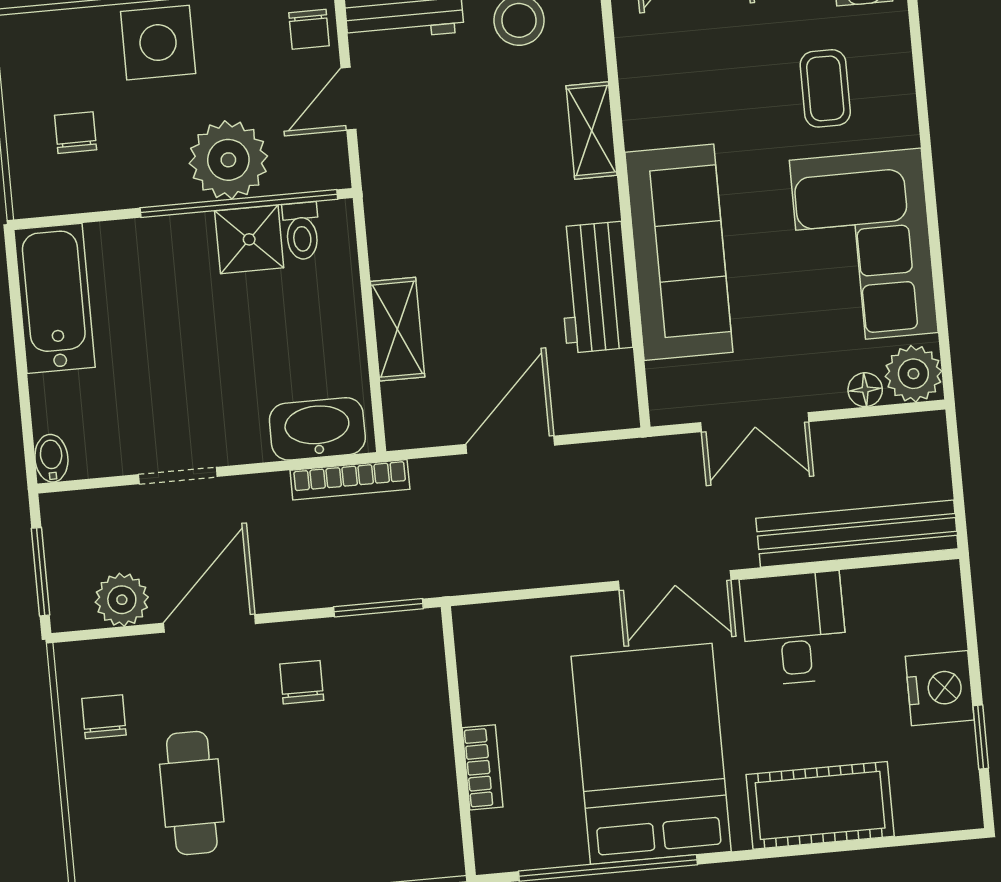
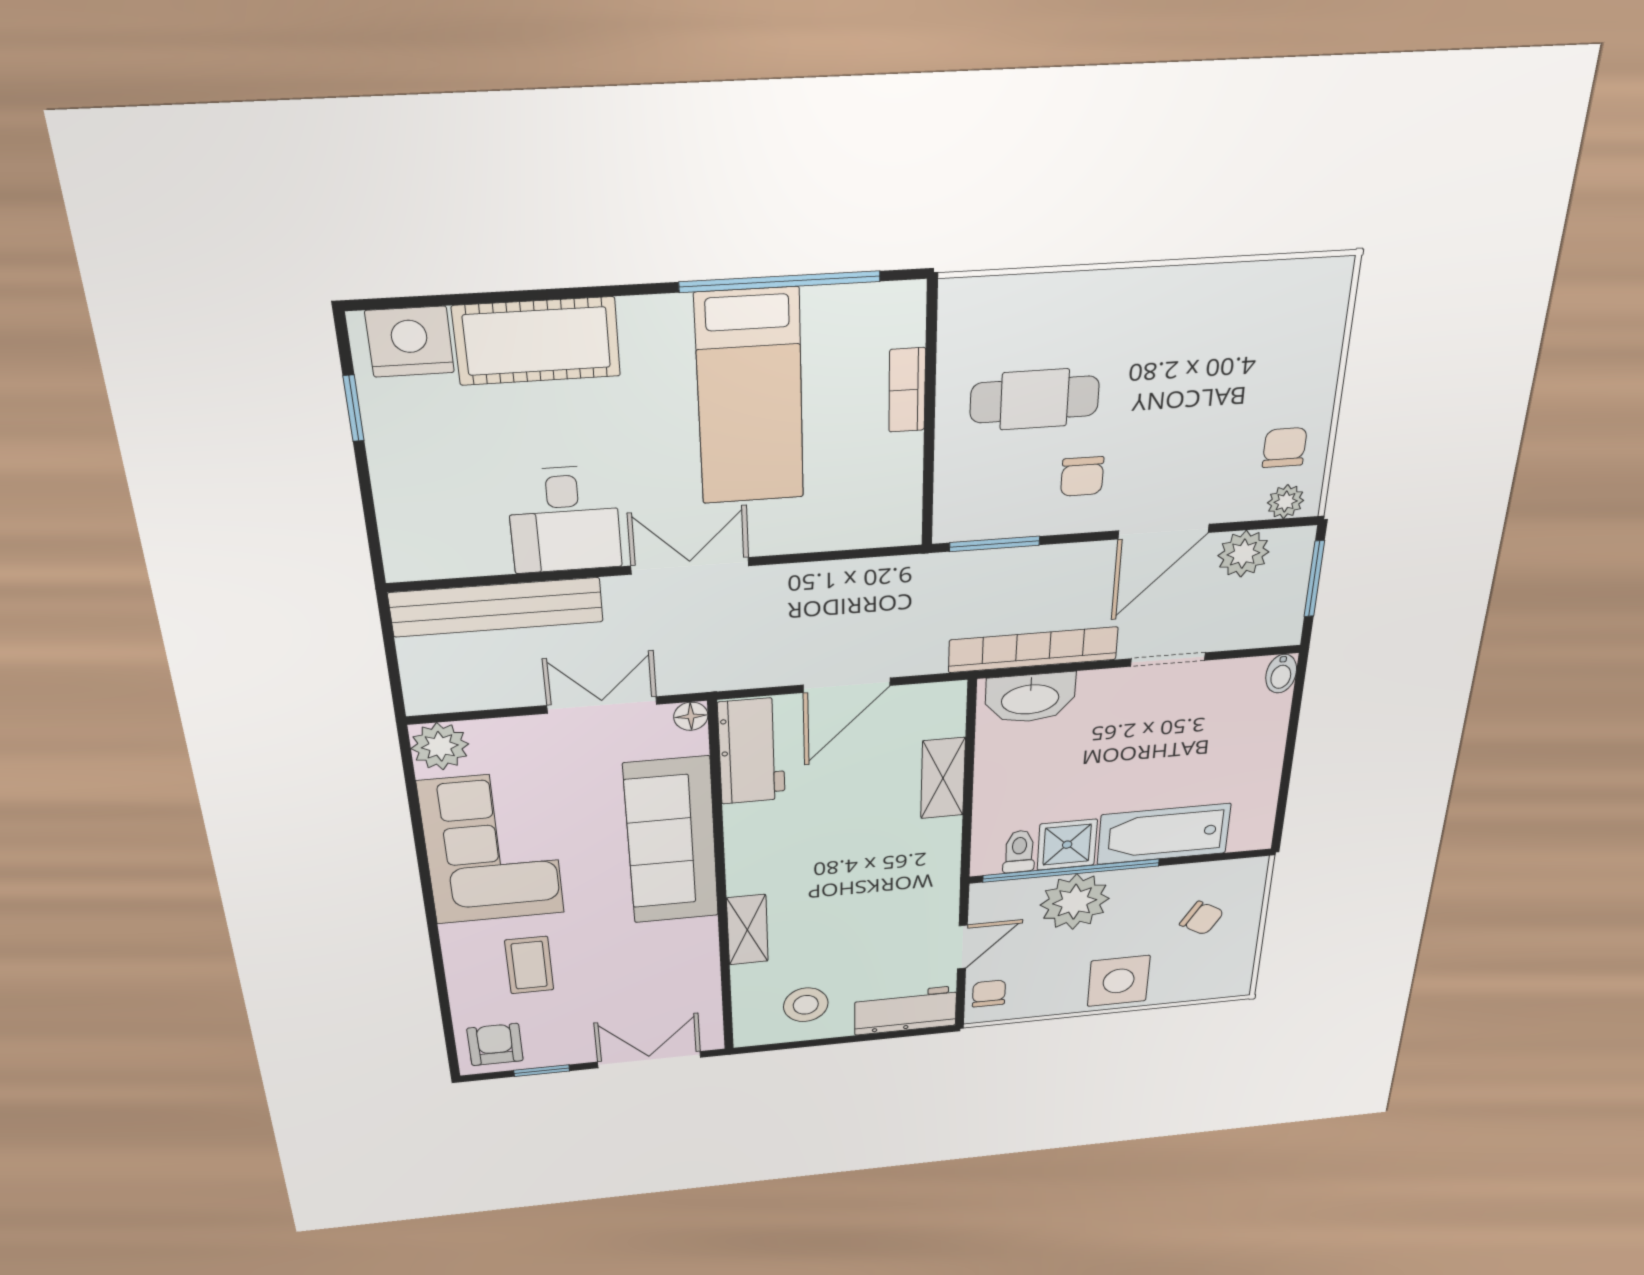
chair: (76, 133) -> (1202, 918), turned -59
workbench: (594, 287) -> (752, 751), moved
bathtub: (54, 298) -> (1164, 834), moved, turned 90
floor lamp: (865, 390) -> (691, 716), moved
bookcase: (350, 480) -> (1033, 650), width x1.48, depth x1.31
plant: (90, 658) -> (1286, 502), added
nightstand: (940, 688) -> (410, 342), moved, turned 90
chair: (104, 717) -> (1285, 448), turned 180
bed: (651, 754) -> (750, 398), width x0.67
cafe table: (192, 793) -> (1035, 399), moved, turned 90

